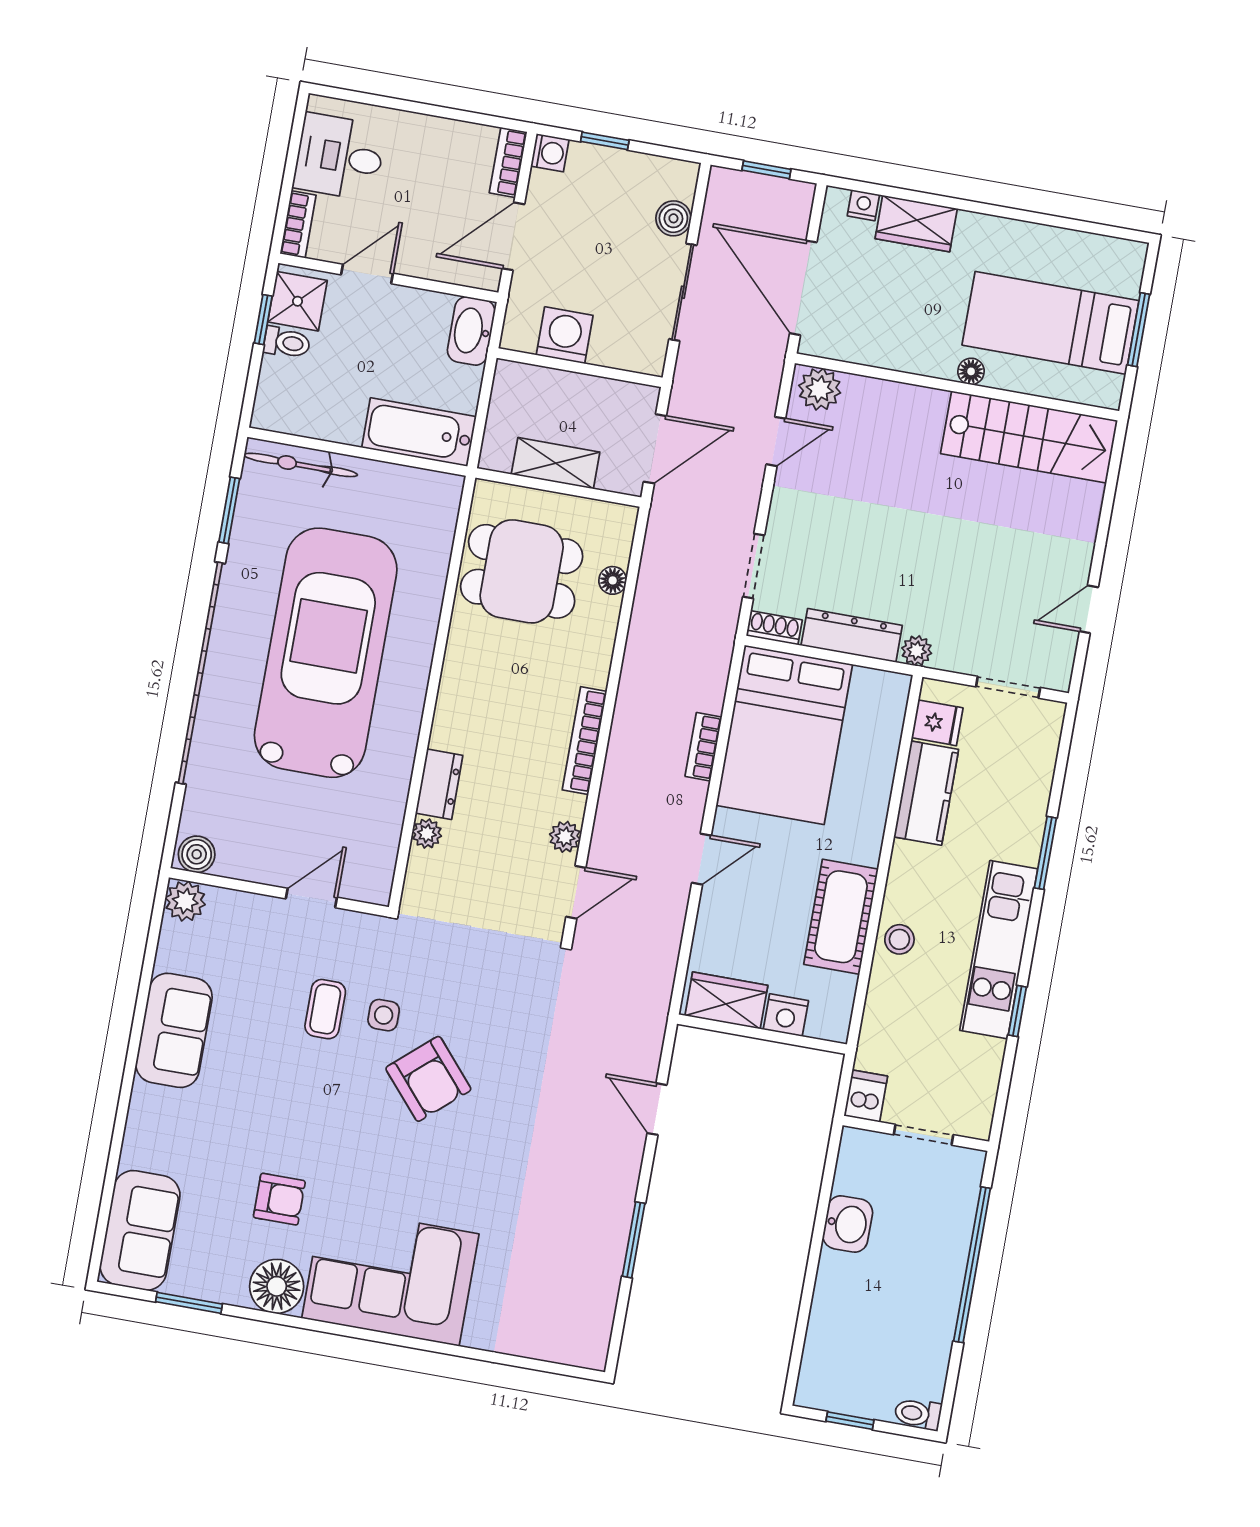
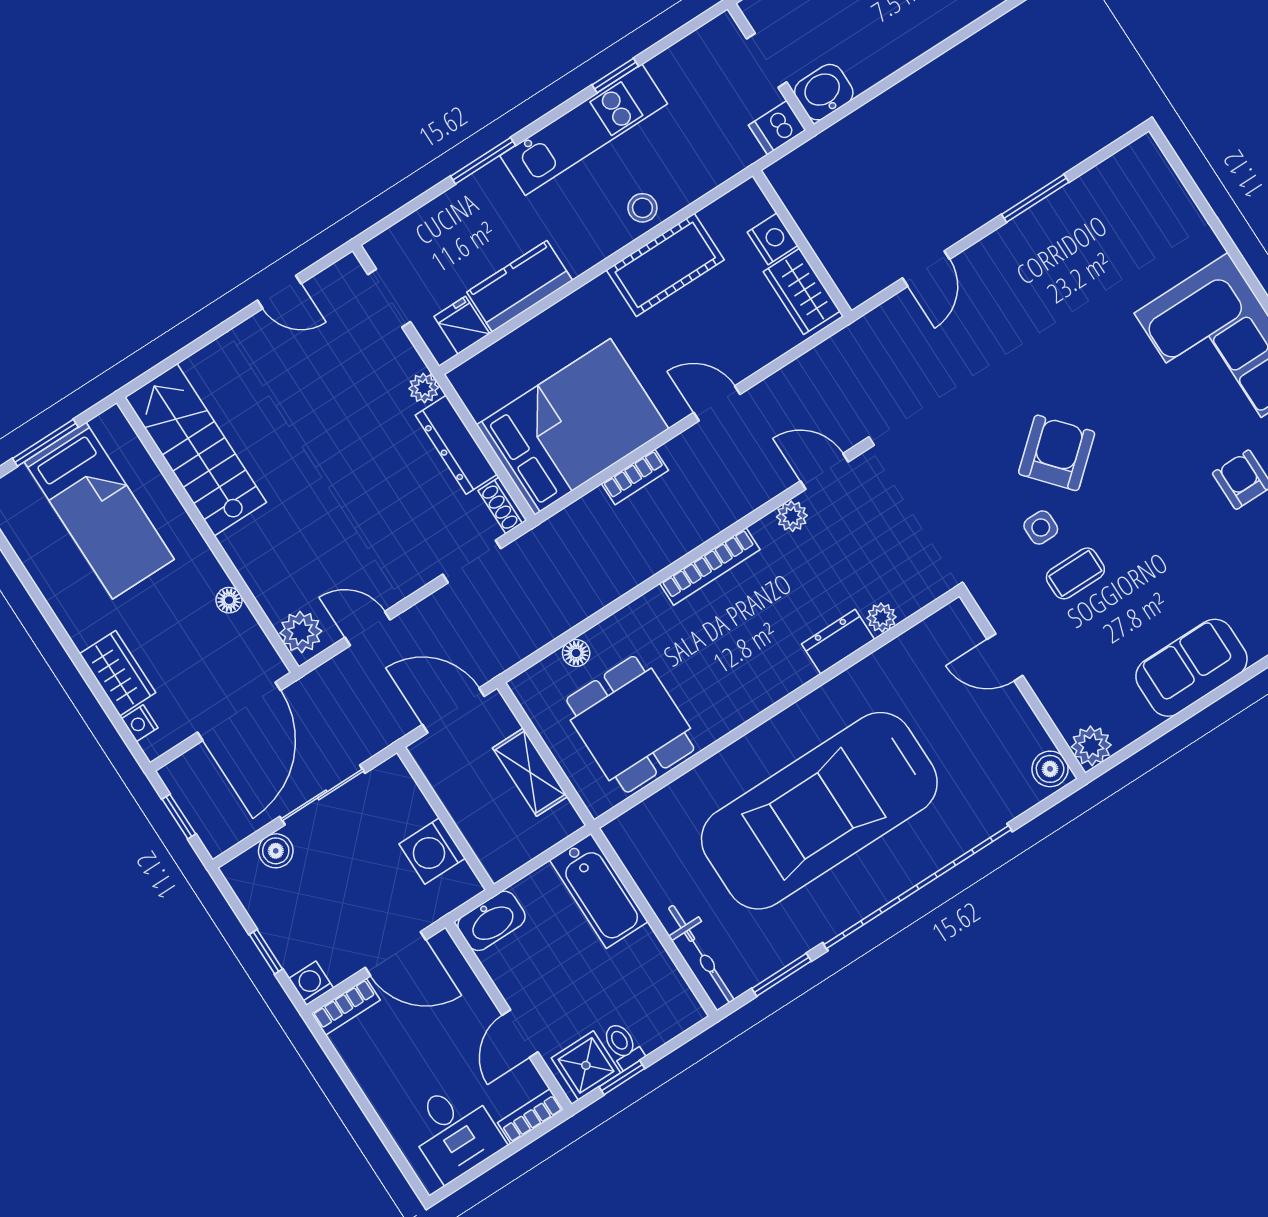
door: (367, 274) -> (520, 1034), hinge flipped
floor lamp: (971, 371) -> (229, 600), moved
washbasin: (848, 1224) -> (824, 92), moved

